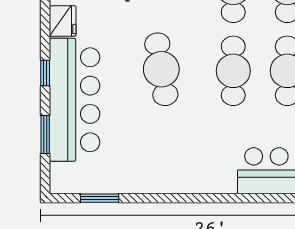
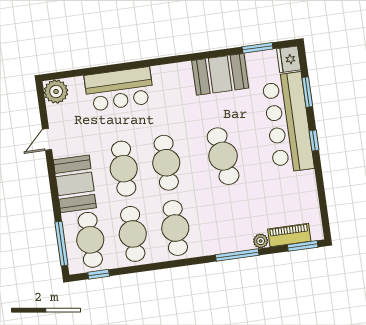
fridge: (63, 21) -> (289, 59), moved
booth: (151, 172) -> (220, 74), added

